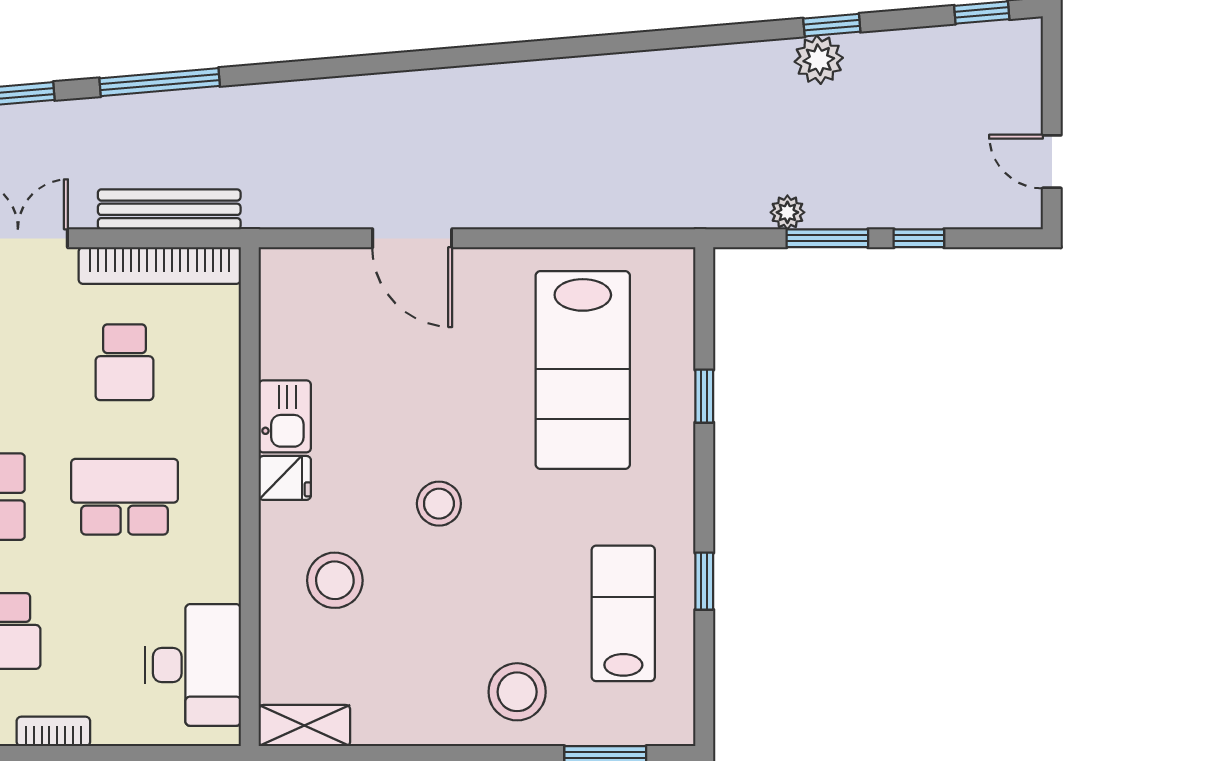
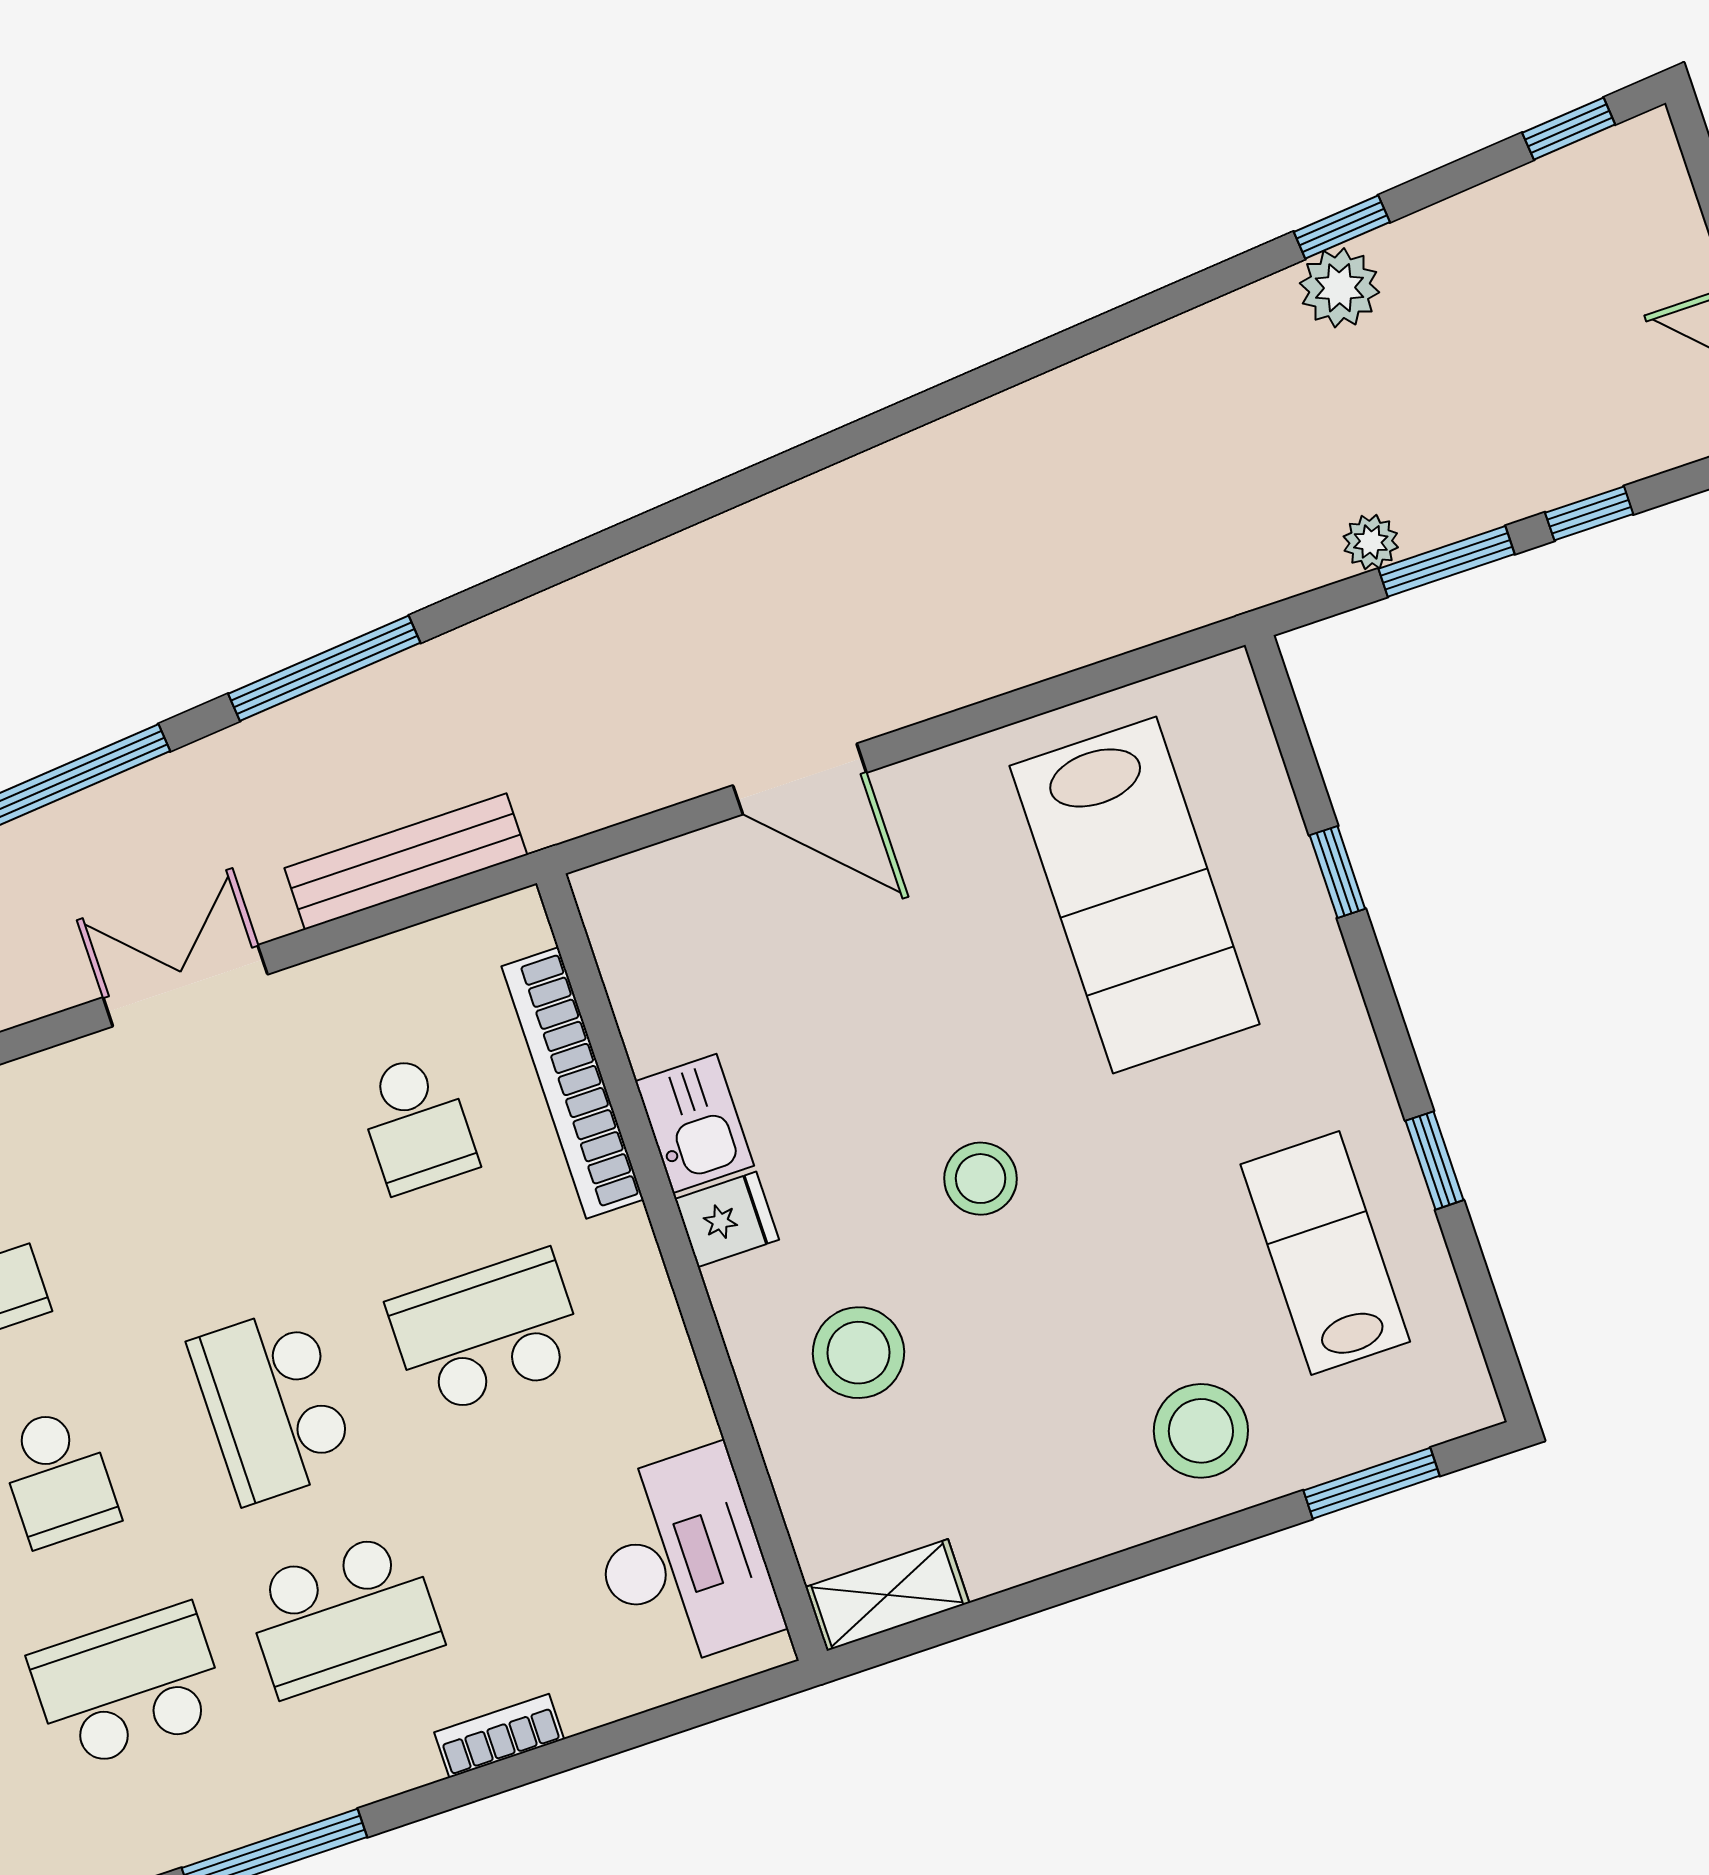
bookcase: (160, 266) -> (573, 1083), moved, turned 90

